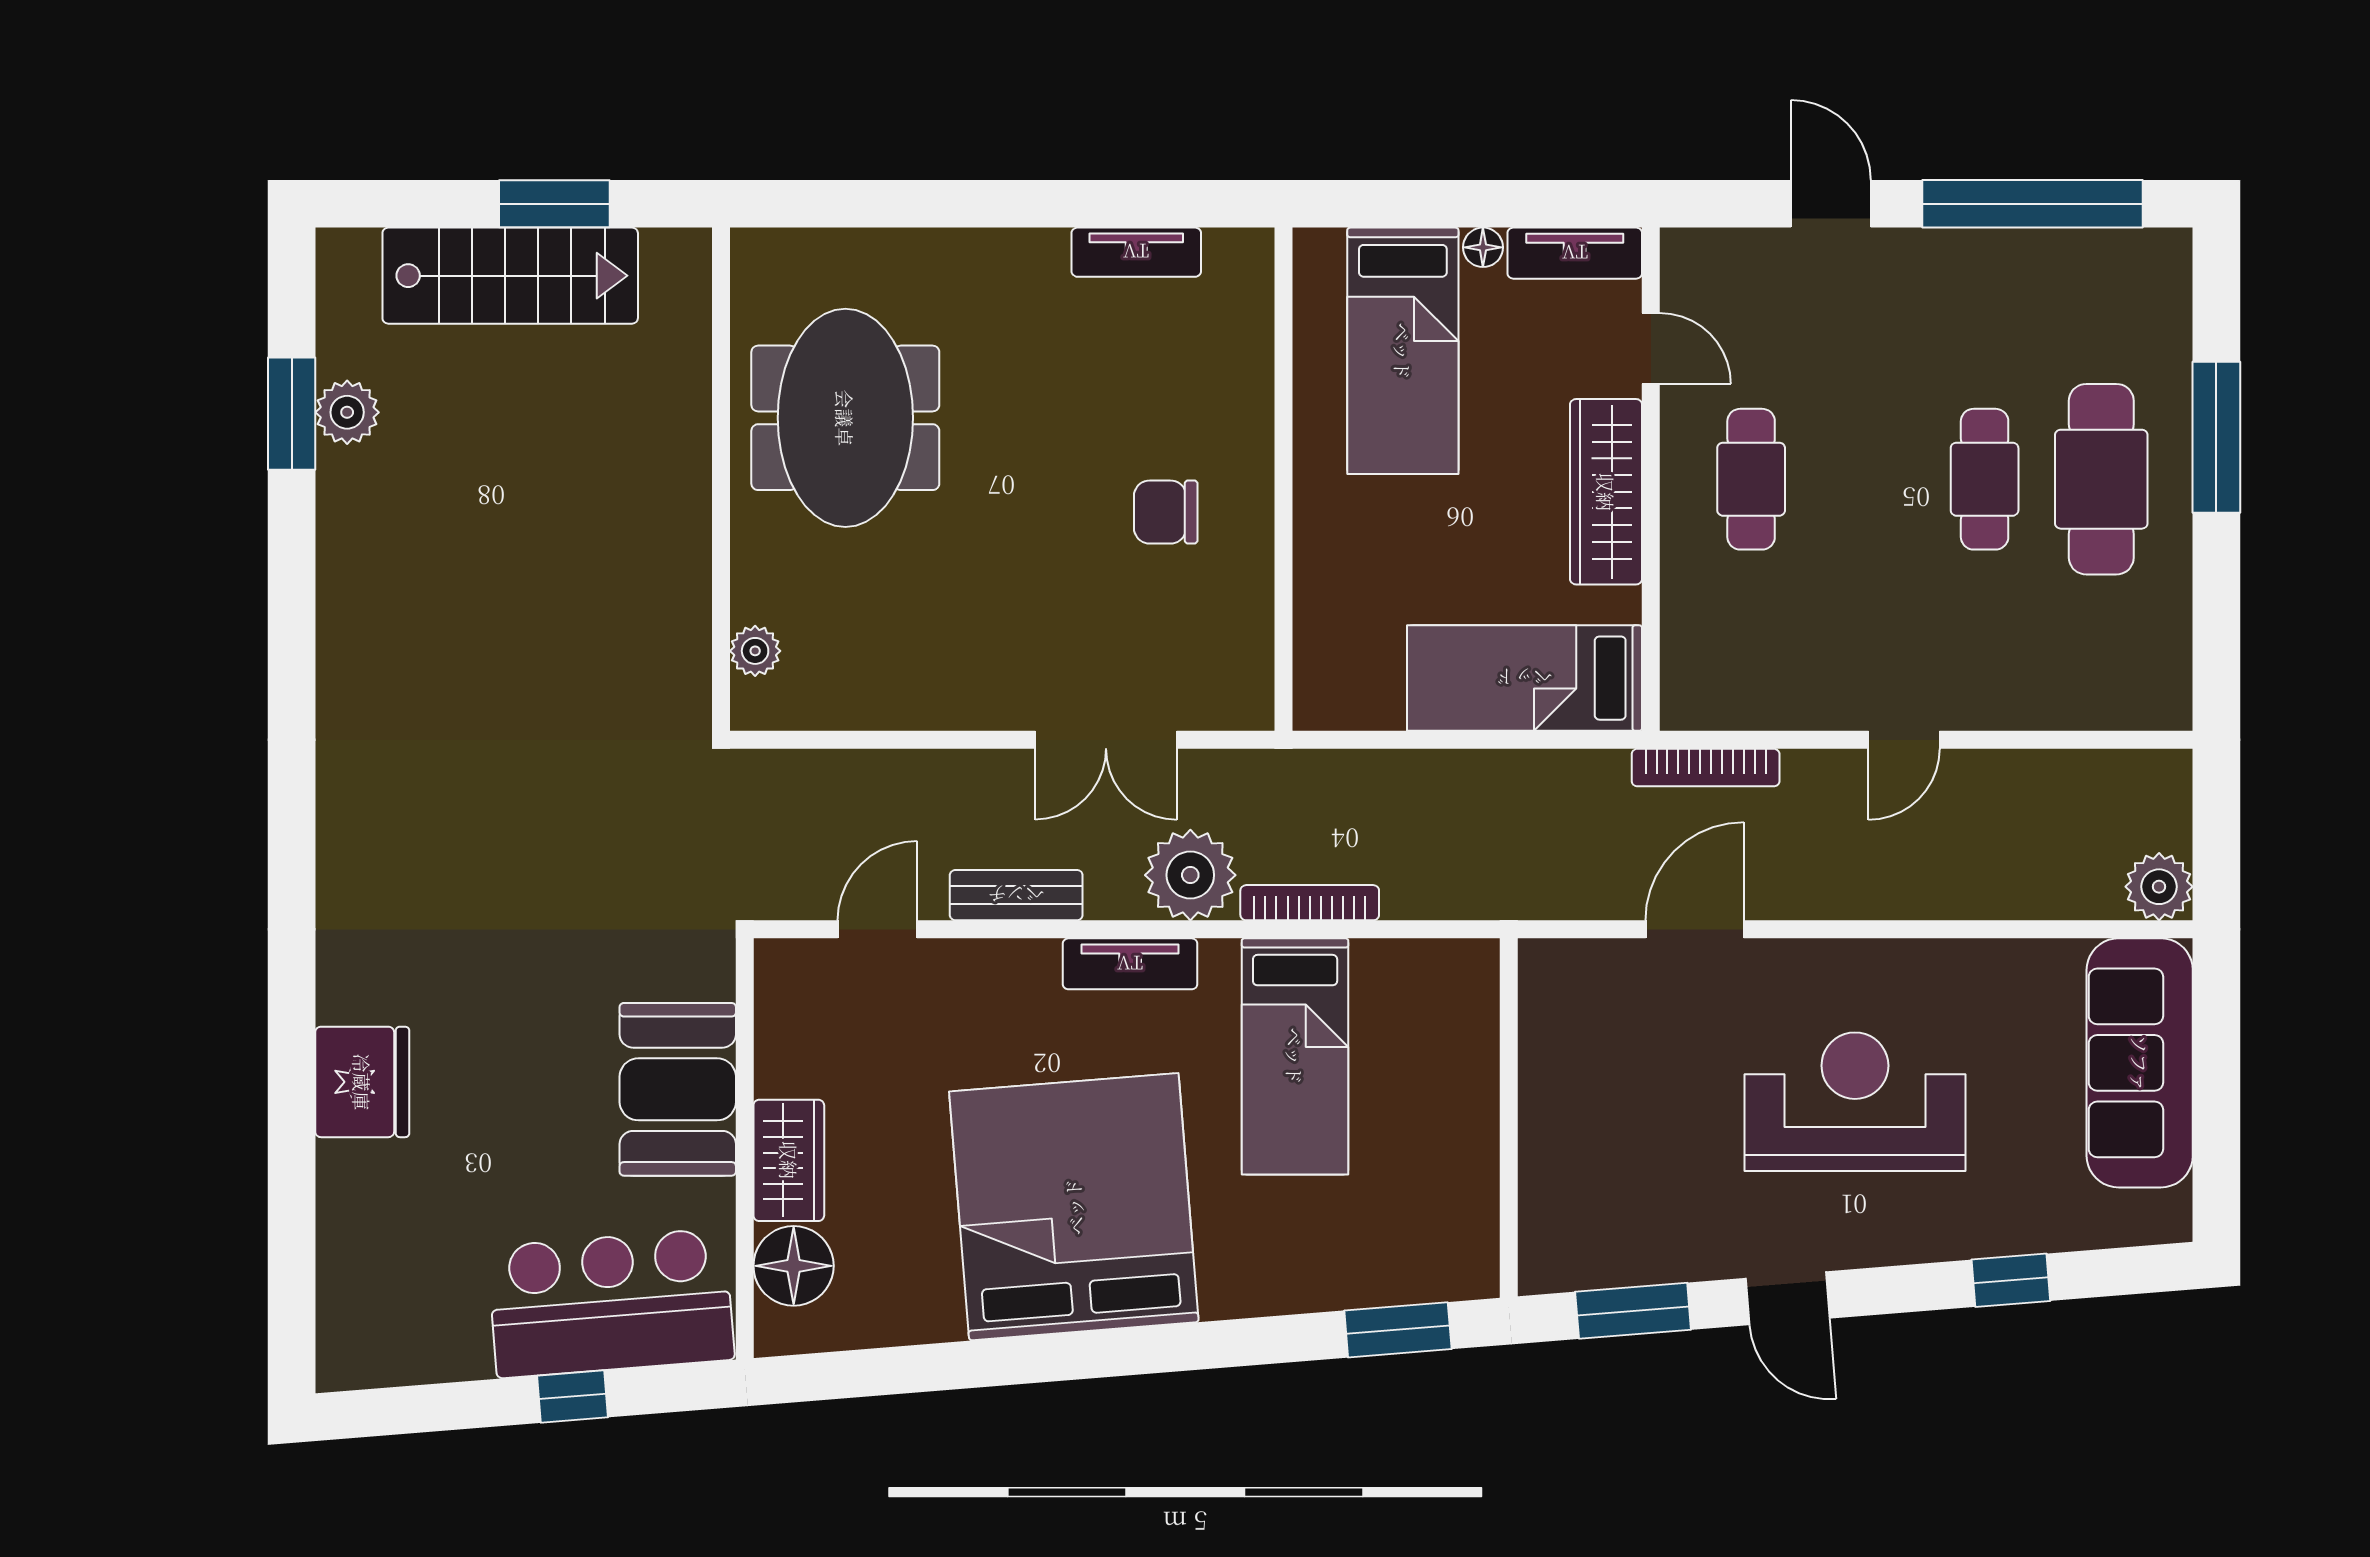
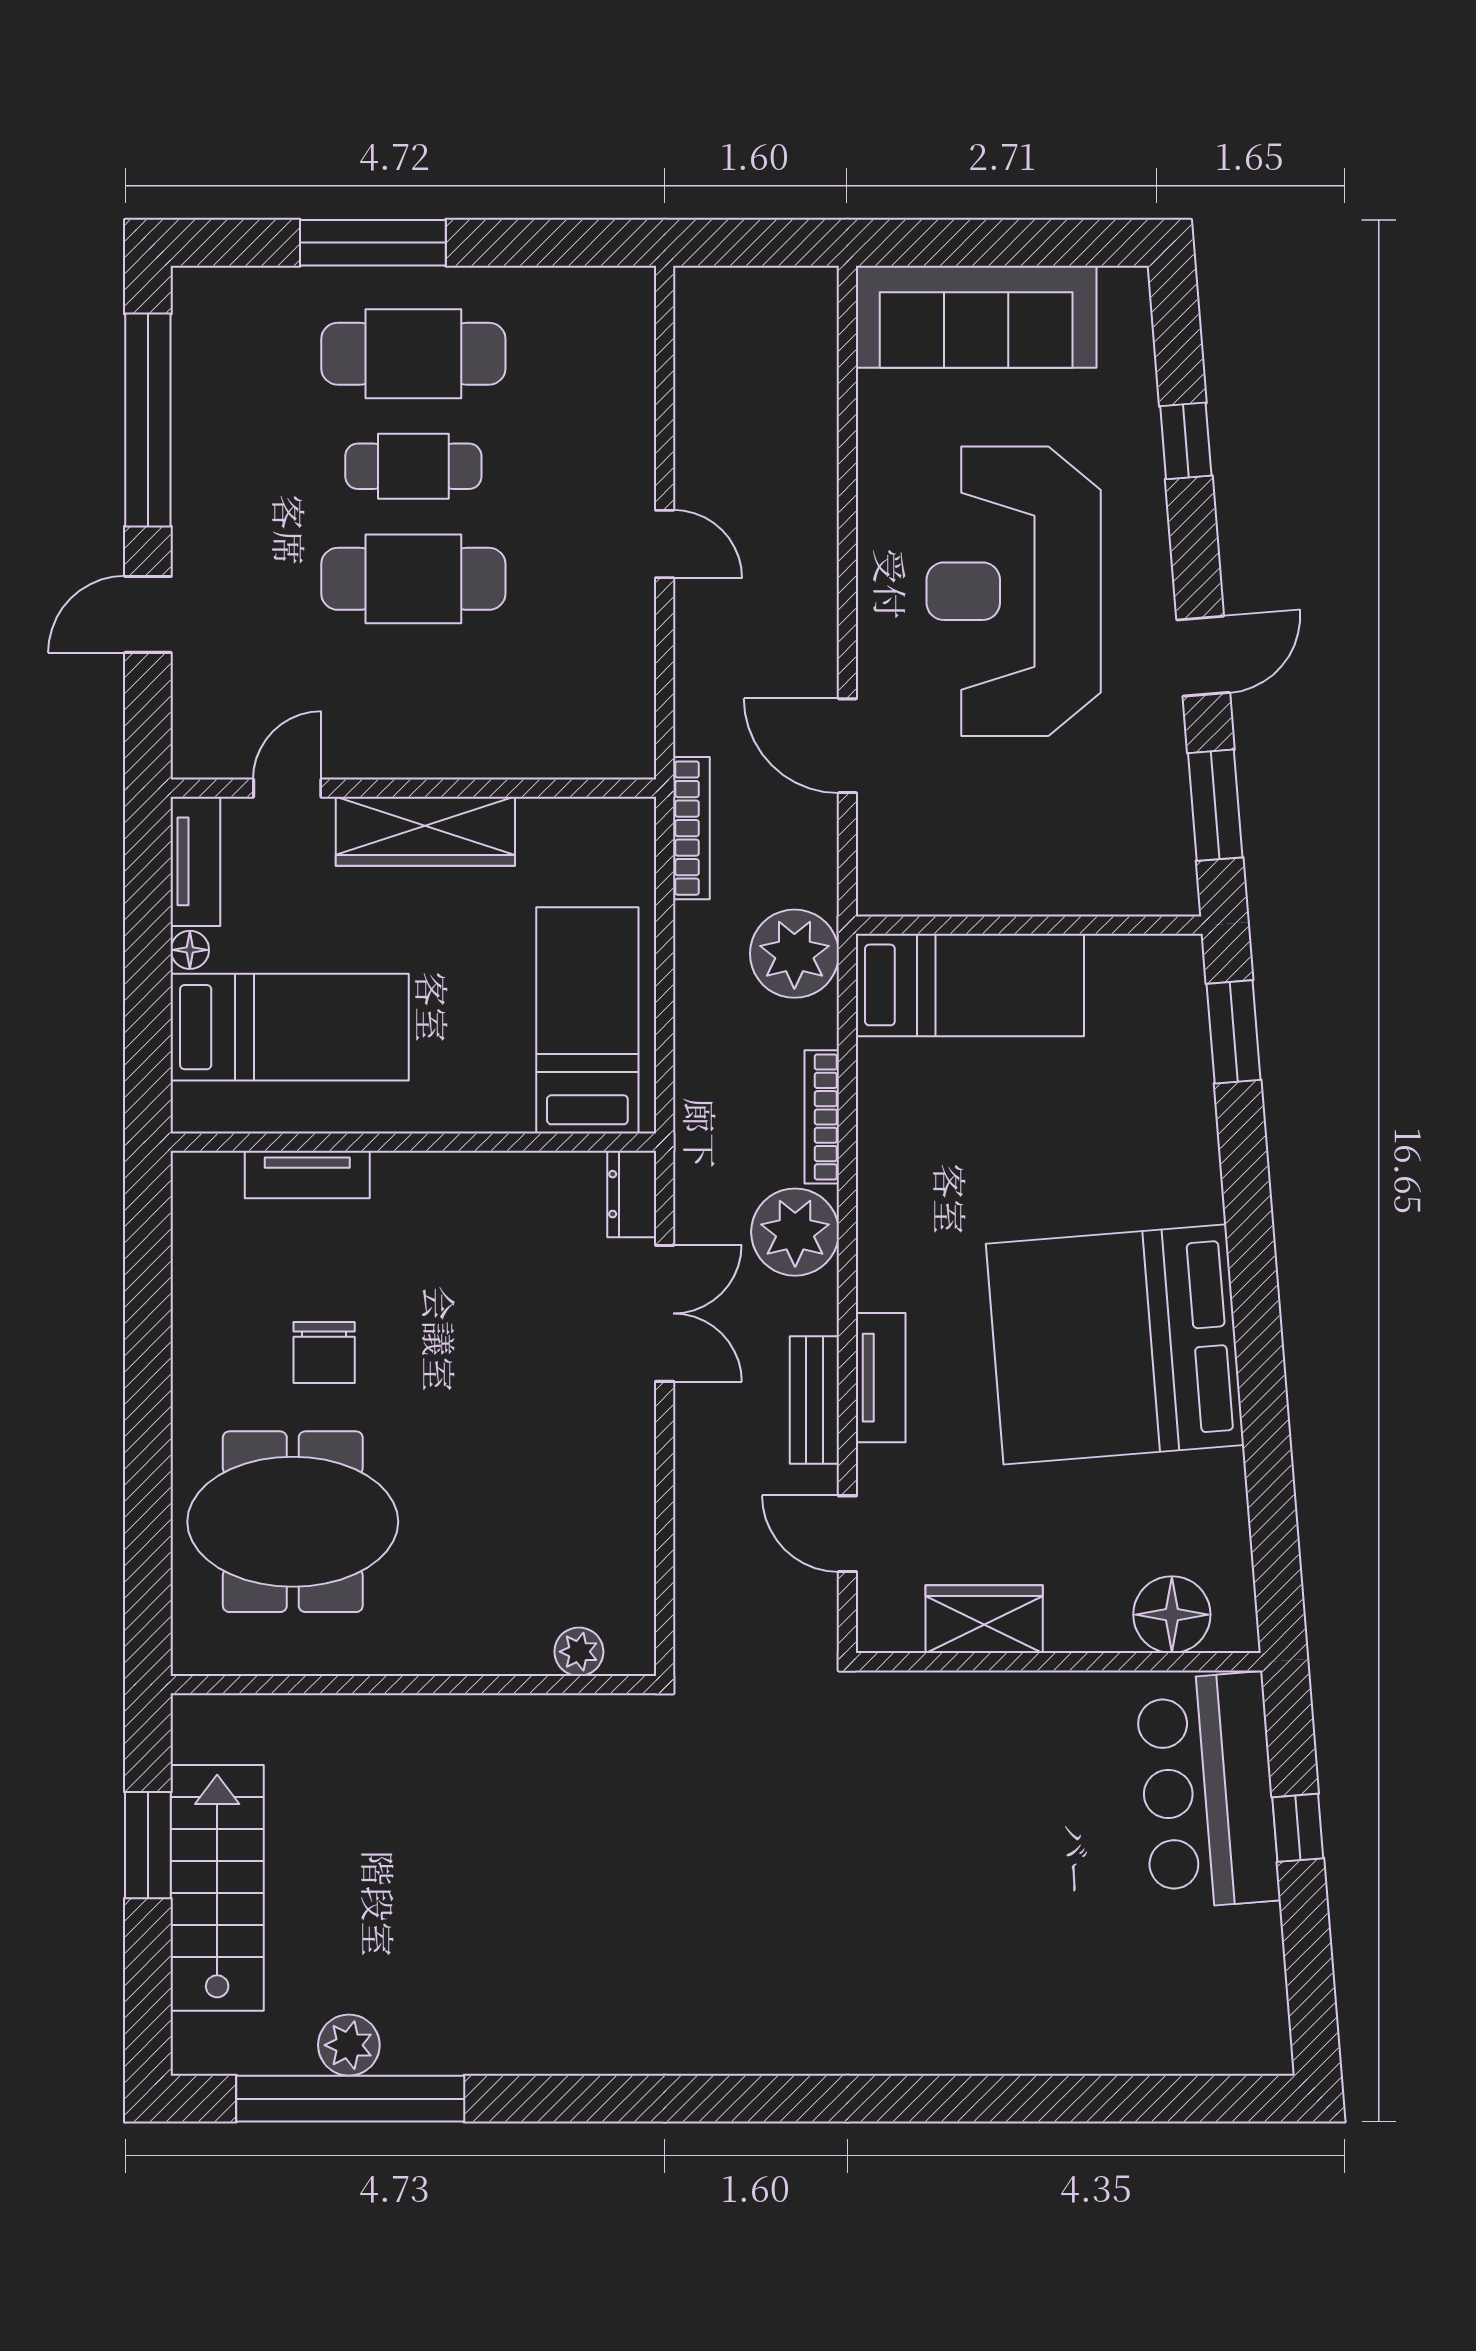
tv unit: (1136, 252) -> (307, 1174), moved, turned 90
window: (292, 414) -> (350, 2099), width x2.11
meeting table: (845, 418) -> (293, 1522), moved
cafe table: (1751, 479) -> (413, 579), moved, width x1.37, depth x1.35
chair: (1166, 512) -> (324, 1352), moved
bed: (1524, 678) -> (587, 1020), moved, turned 180
dresser: (1230, 706) -> (632, 1194), added
bookcase: (1706, 768) -> (691, 828), moved
plant: (2159, 887) -> (794, 954), moved, width x1.36, depth x1.36
tv unit: (1130, 964) -> (881, 1378), moved
bed: (1295, 1056) -> (970, 985), moved
fridge: (362, 1082) -> (995, 2031), removed
booth: (678, 1089) -> (1002, 1726), removed
reception desk: (1855, 1102) -> (1014, 591), width x1.36, depth x1.30
wardrobe: (789, 1160) -> (984, 1619), moved

